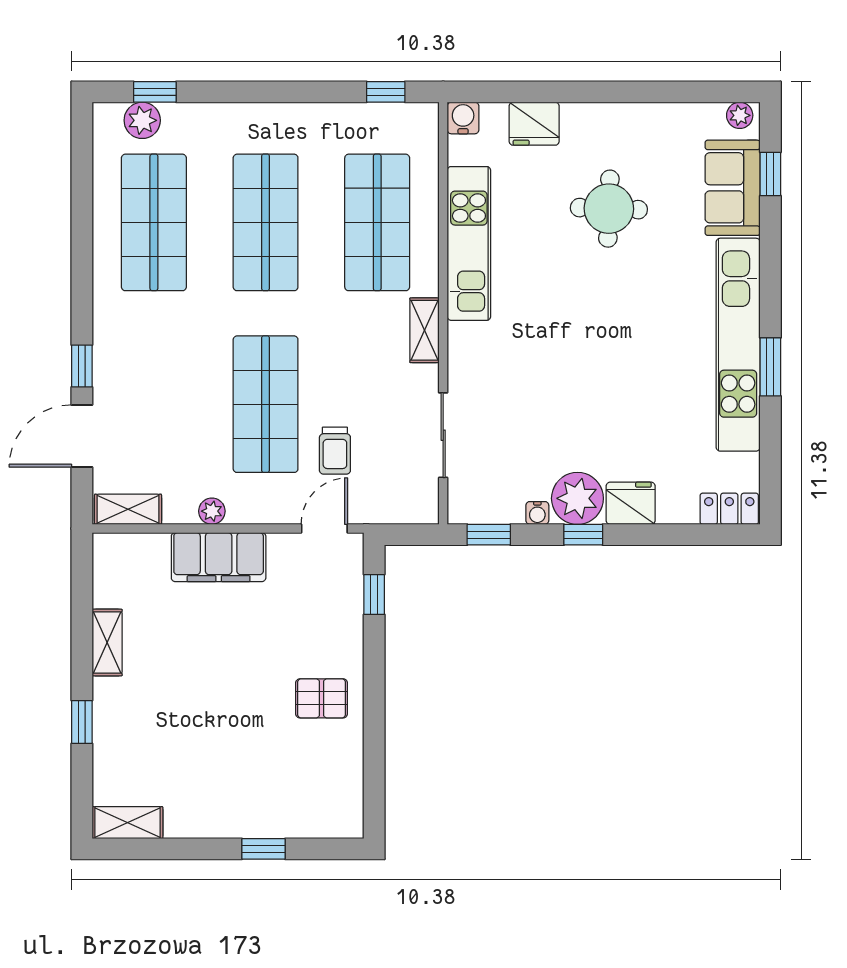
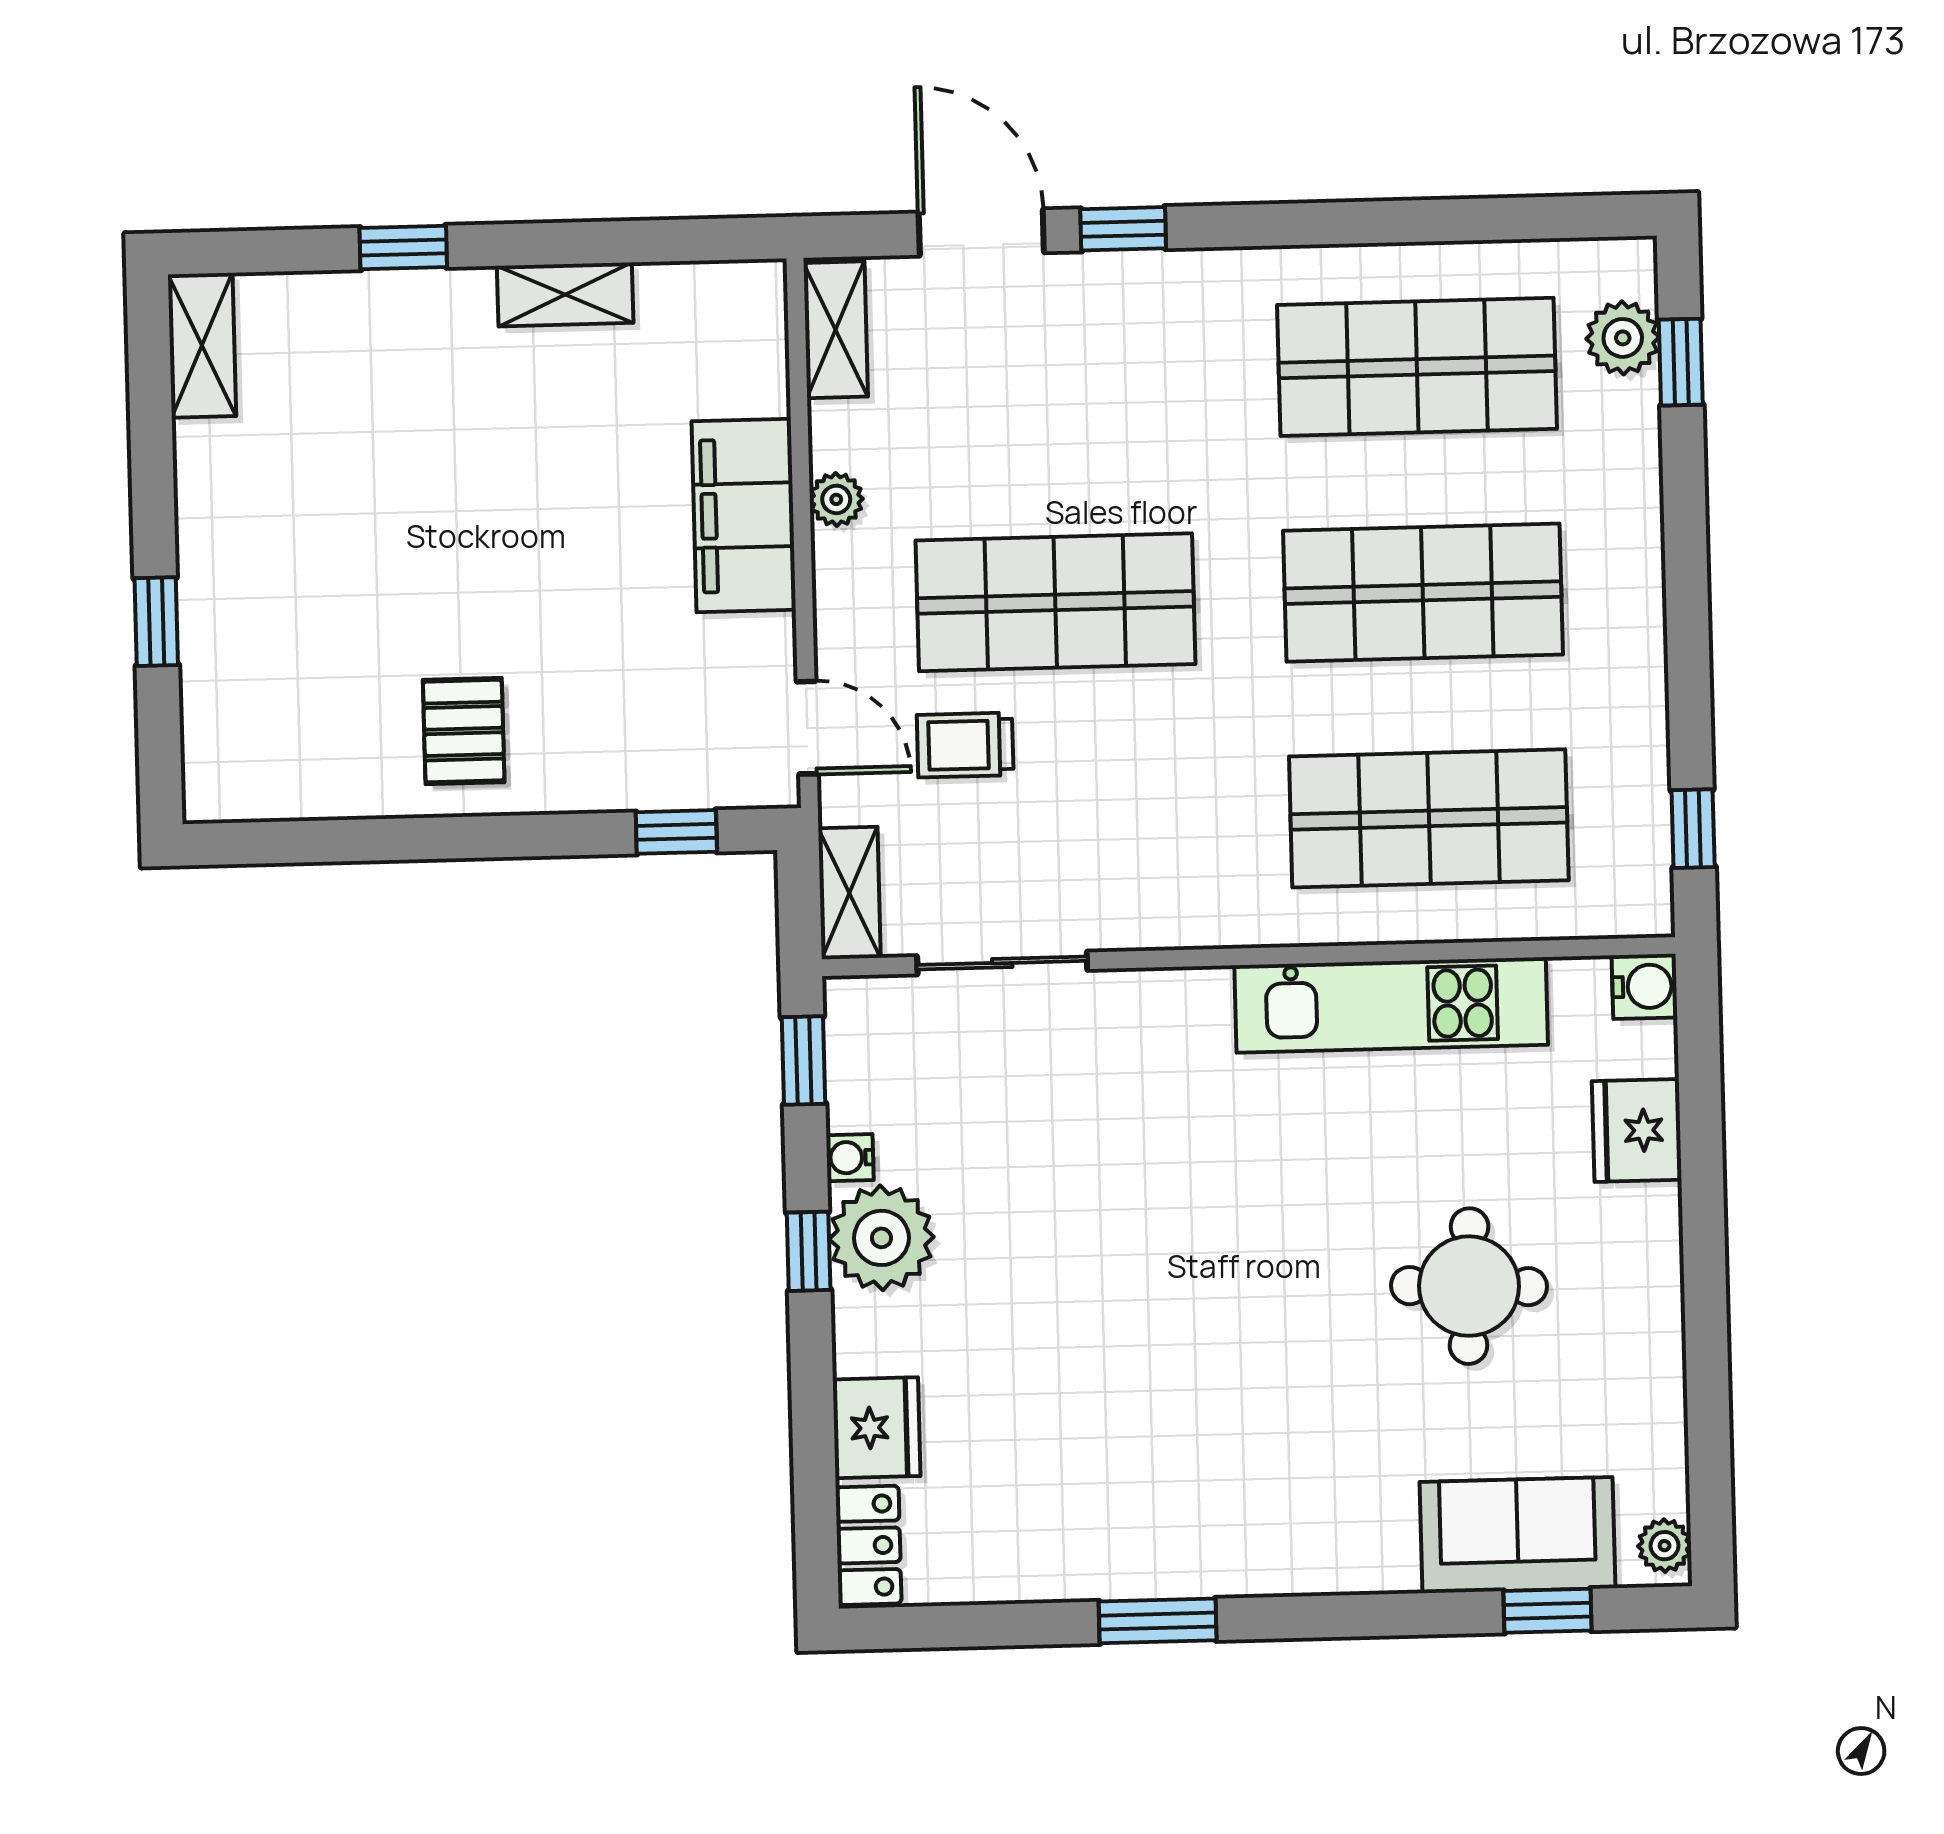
shelving: (424, 330) -> (849, 893), moved, turned 90
kitchen unit: (738, 345) -> (1201, 1555), removed
fridge: (631, 503) -> (877, 1428), moved

